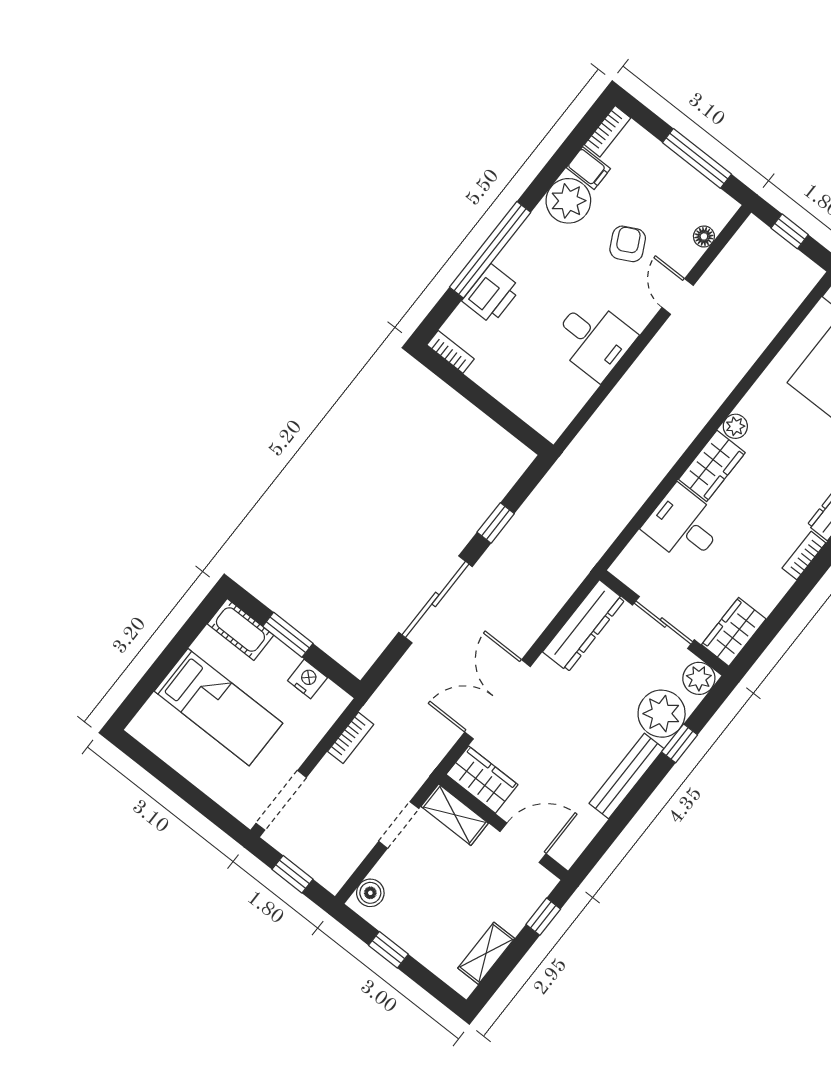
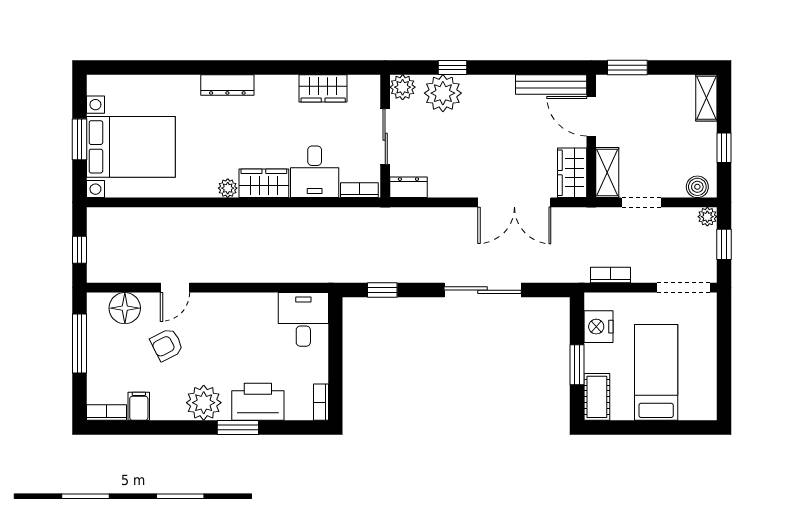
plant: (568, 201) -> (204, 403), moved
floor lamp: (704, 236) -> (125, 308), width x1.89, depth x1.89
window: (490, 250) -> (238, 428), width x0.47
printer: (492, 294) -> (258, 402), width x1.37, depth x1.19
desk: (593, 339) -> (303, 319), moved
window: (496, 523) -> (382, 290), moved
bookcase: (804, 556) -> (359, 190), moved, turned 180
dresser: (584, 626) -> (408, 187), width x0.51, depth x0.80
wardrobe: (734, 632) -> (323, 88), moved
nightstand: (307, 679) -> (599, 327), width x1.36, depth x1.33
bench: (627, 776) -> (551, 84), moved
plant: (333, 879) -> (707, 217), added
window: (543, 917) -> (627, 67), width x1.50
shelving: (486, 953) -> (706, 98), moved, turned 90

